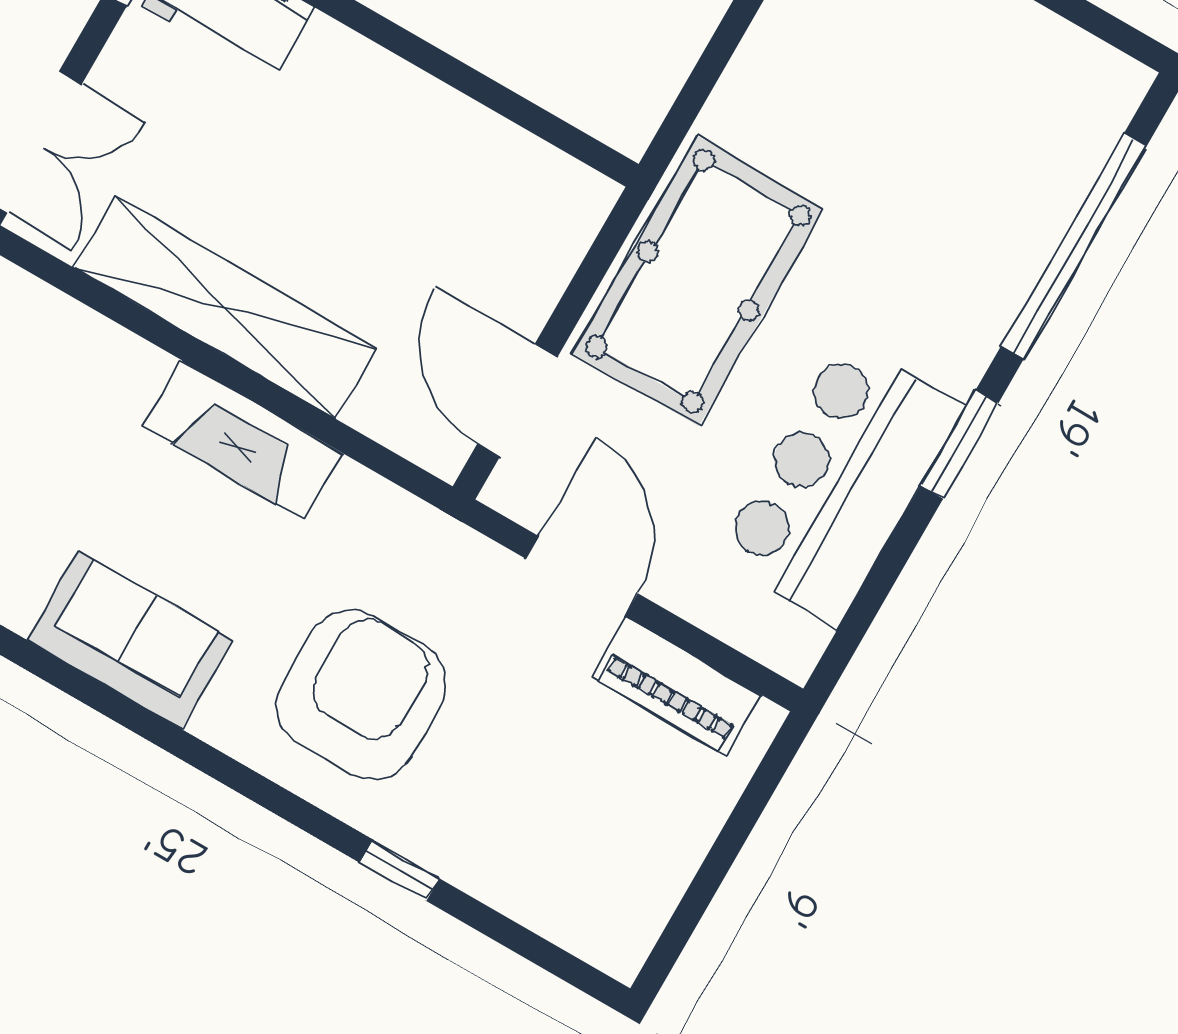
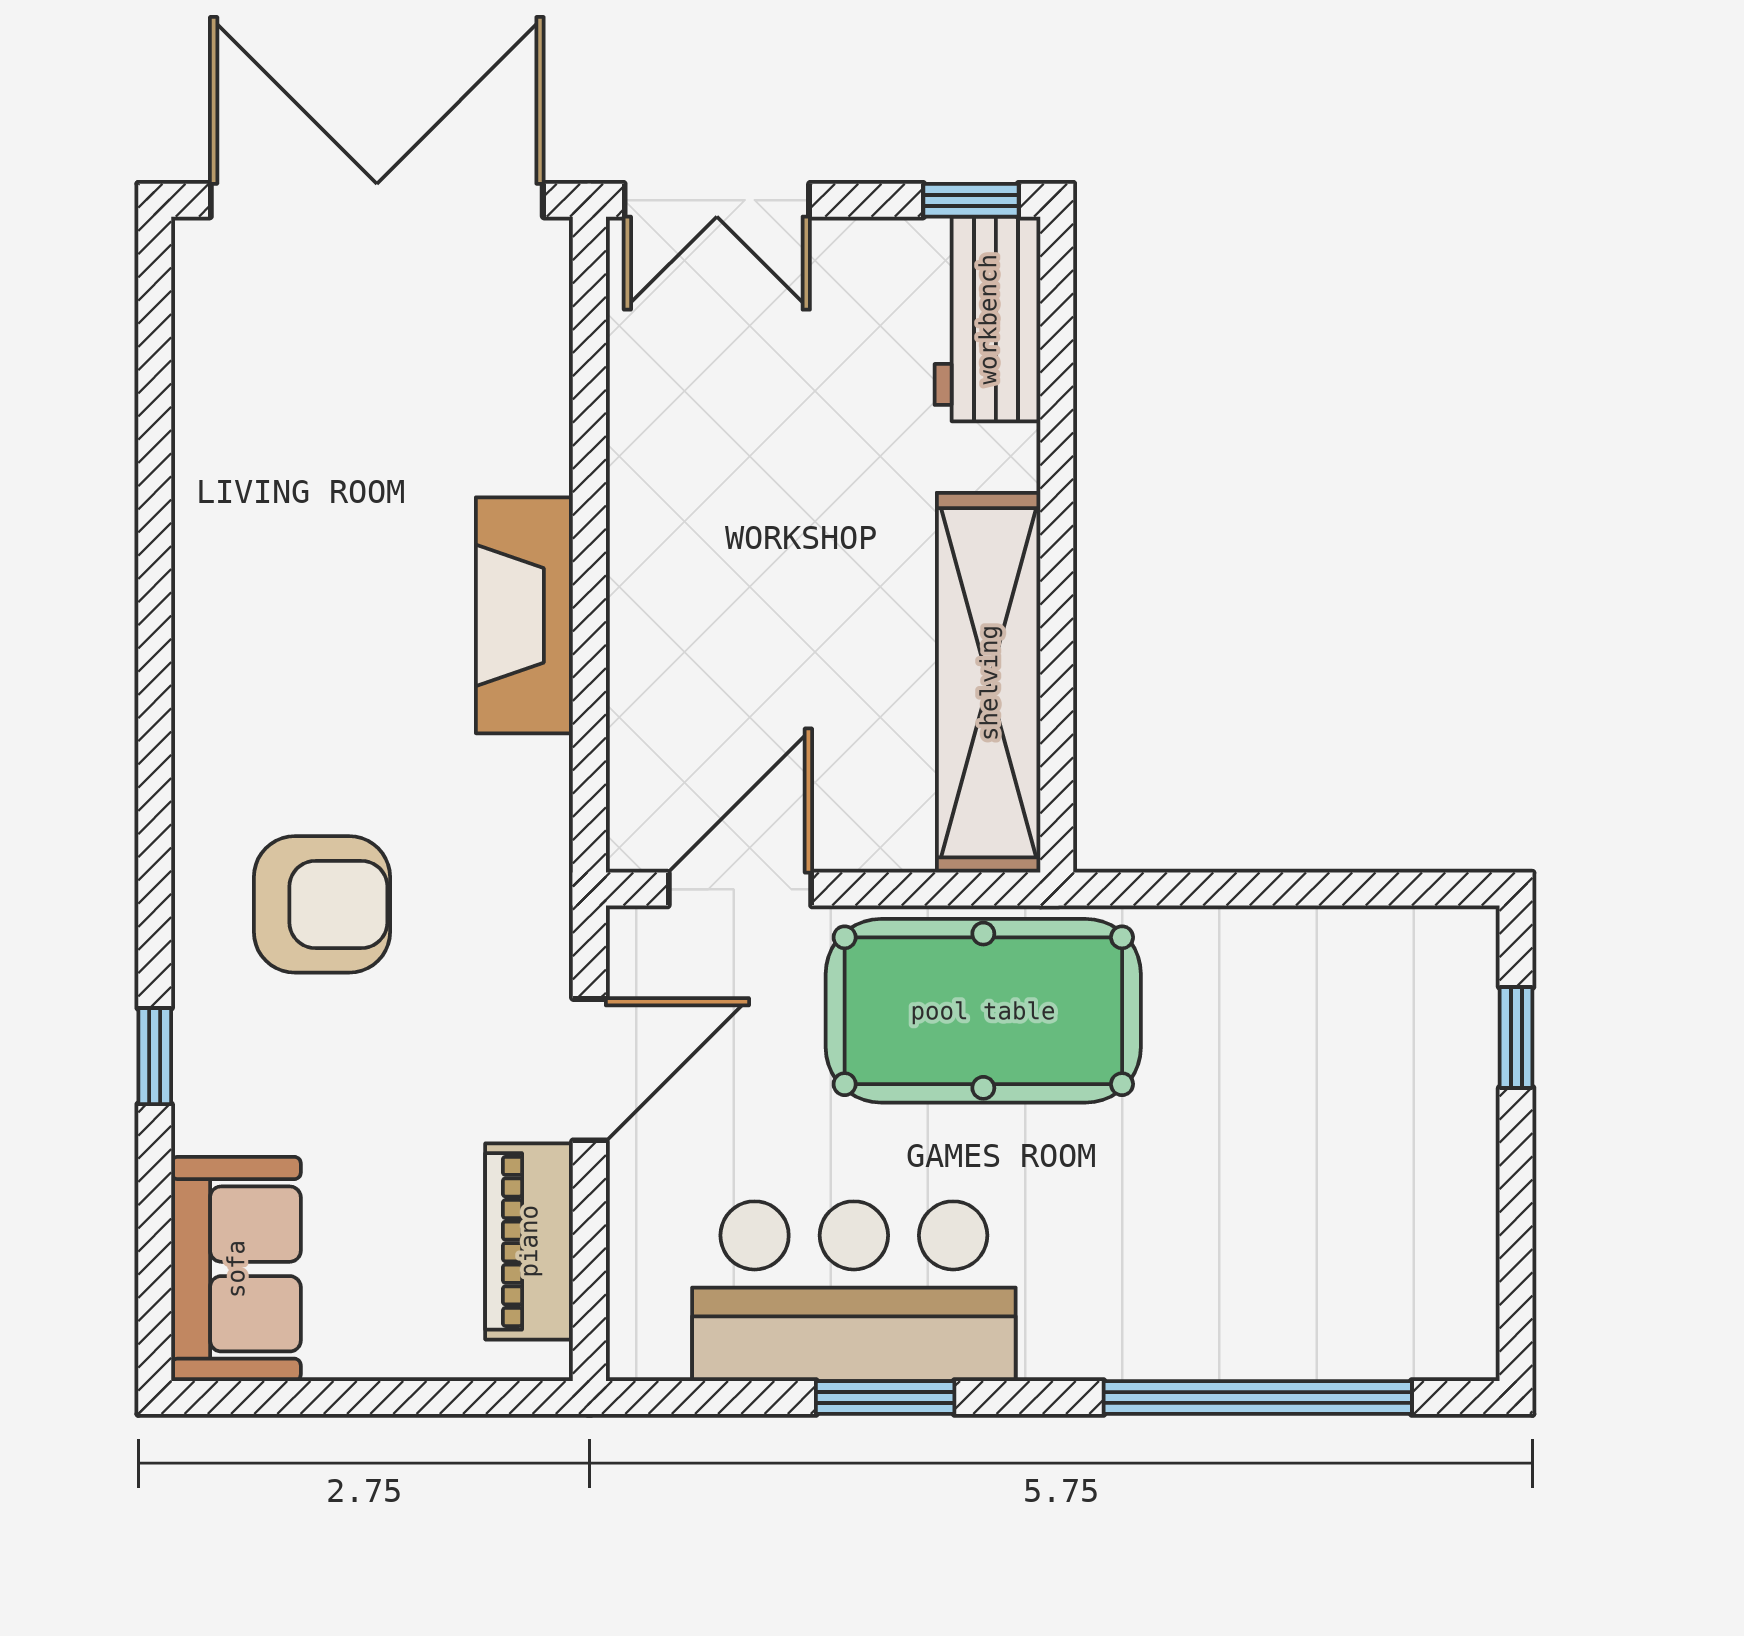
shelving: (225, 307) -> (989, 683), moved
window: (959, 444) -> (885, 1397), moved
sofa: (130, 640) -> (236, 1269), moved
armchair: (362, 695) -> (322, 904), width x0.73, depth x0.73

